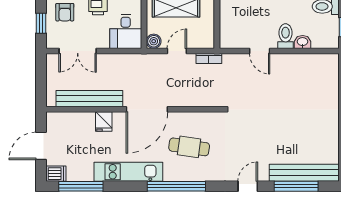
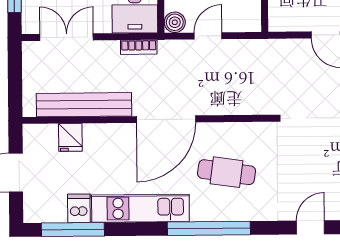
double door: (78, 51) -> (67, 37), swing flipped
bookcase: (209, 58) -> (139, 47), moved
fridge: (104, 122) -> (70, 137), moved
dishwasher: (56, 174) -> (79, 208), moved, turned -90

